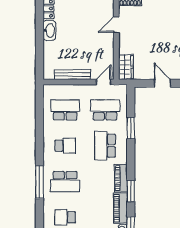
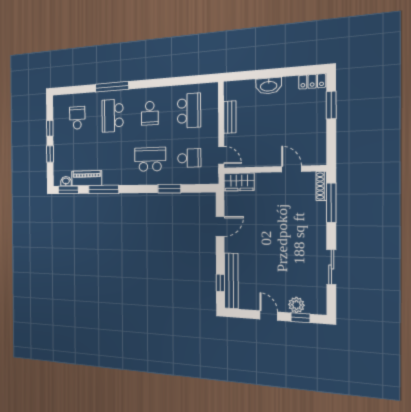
washbasin: (49, 30) -> (269, 86), moved
bench: (73, 75) -> (230, 117), width x0.73
school desk: (105, 110) -> (189, 158), width x0.54
piano: (121, 178) -> (117, 178), removed
window: (131, 191) -> (104, 189), width x1.44

